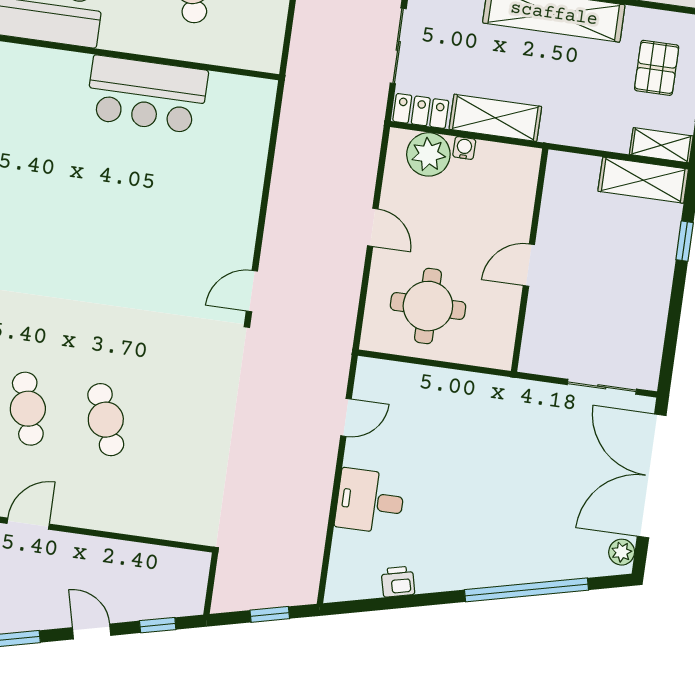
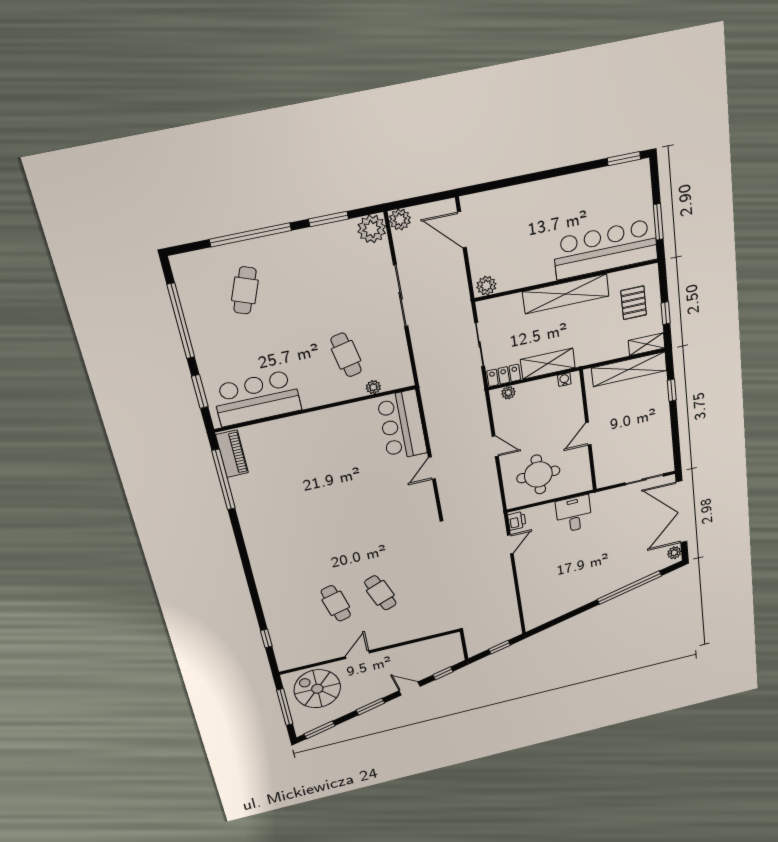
plant: (215, 53) -> (373, 387), added
bar counter: (147, 94) -> (402, 425), moved, turned 90
water cooler: (464, 148) -> (564, 380), moved
plant: (428, 154) -> (508, 393), width x0.53, depth x0.53
shelving: (643, 180) -> (629, 369), width x1.47
door: (252, 291) -> (432, 468), moved
desk: (370, 501) -> (574, 514), moved, turned 90
printer: (398, 582) -> (517, 521), moved, turned 103

